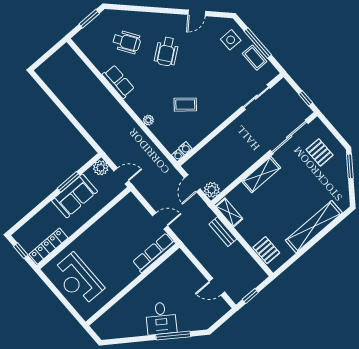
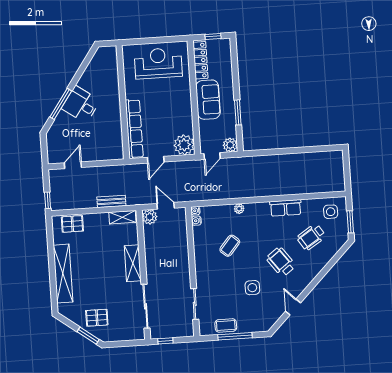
side table: (231, 40) -> (252, 288), moved
side table: (93, 42) -> (331, 212), added
pallet: (320, 152) -> (97, 318), moved
sofa: (75, 196) -> (208, 100), moved, turned 180
plant: (130, 206) -> (184, 145), added
row of seats: (154, 253) -> (134, 129), width x1.36
window: (250, 296) -> (48, 200), moved

